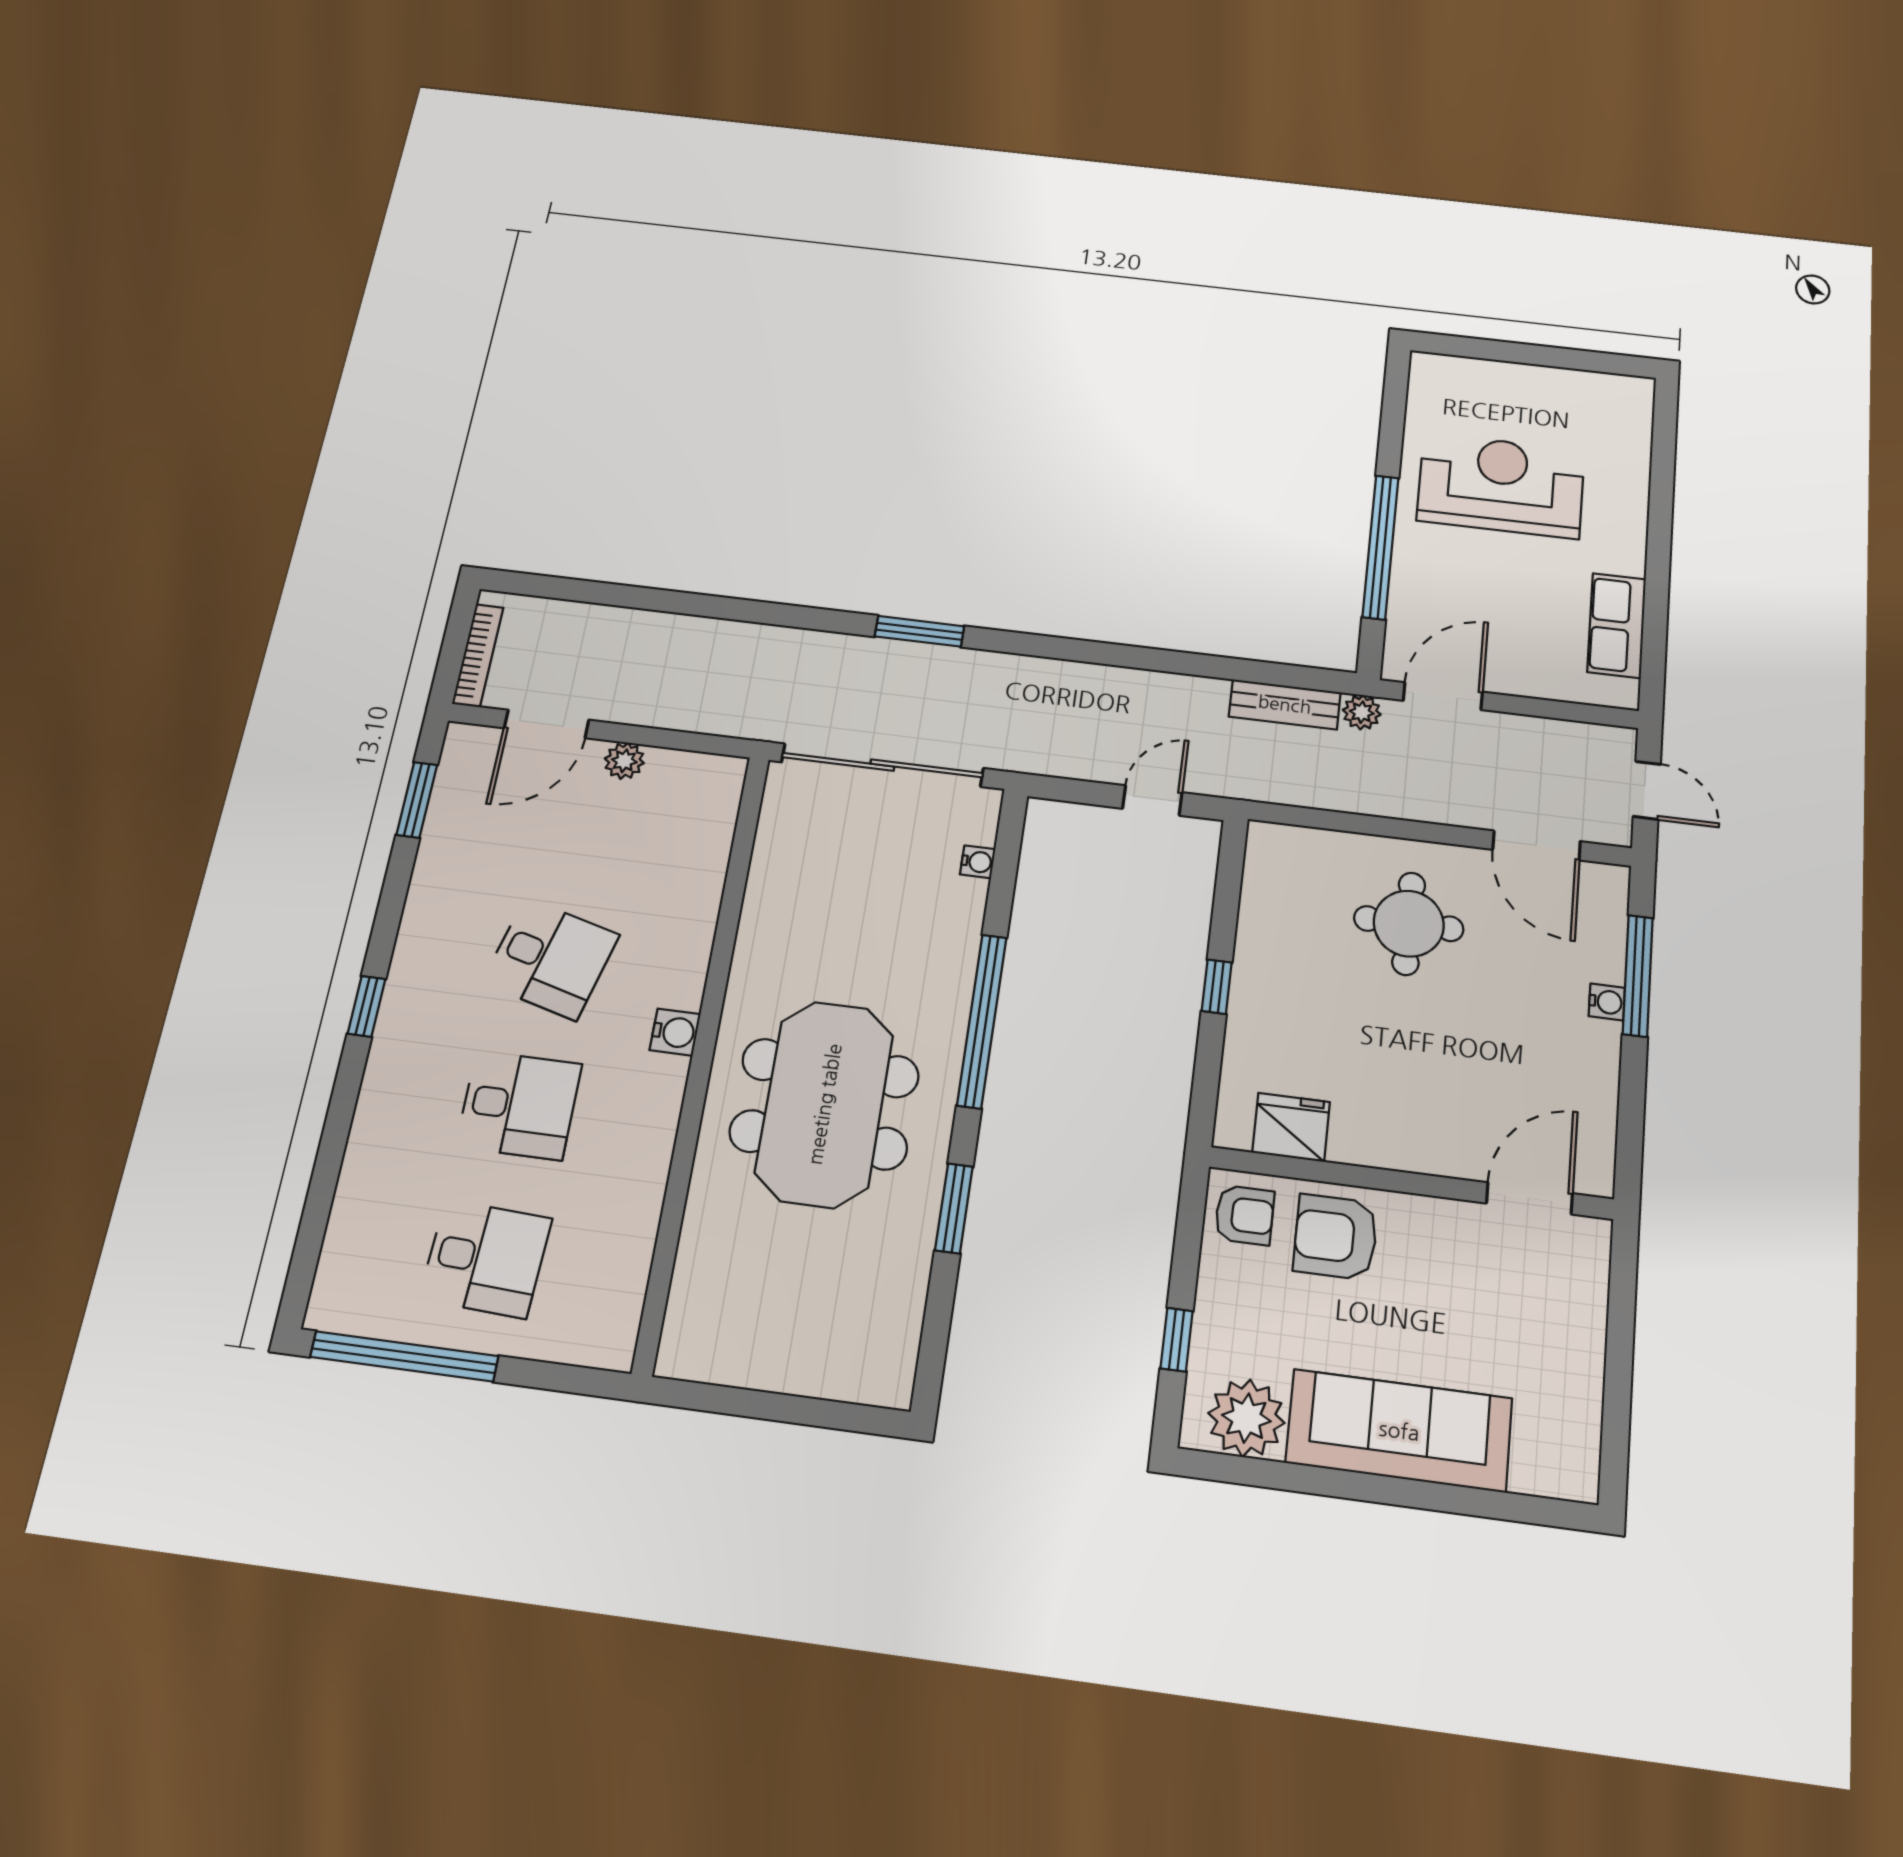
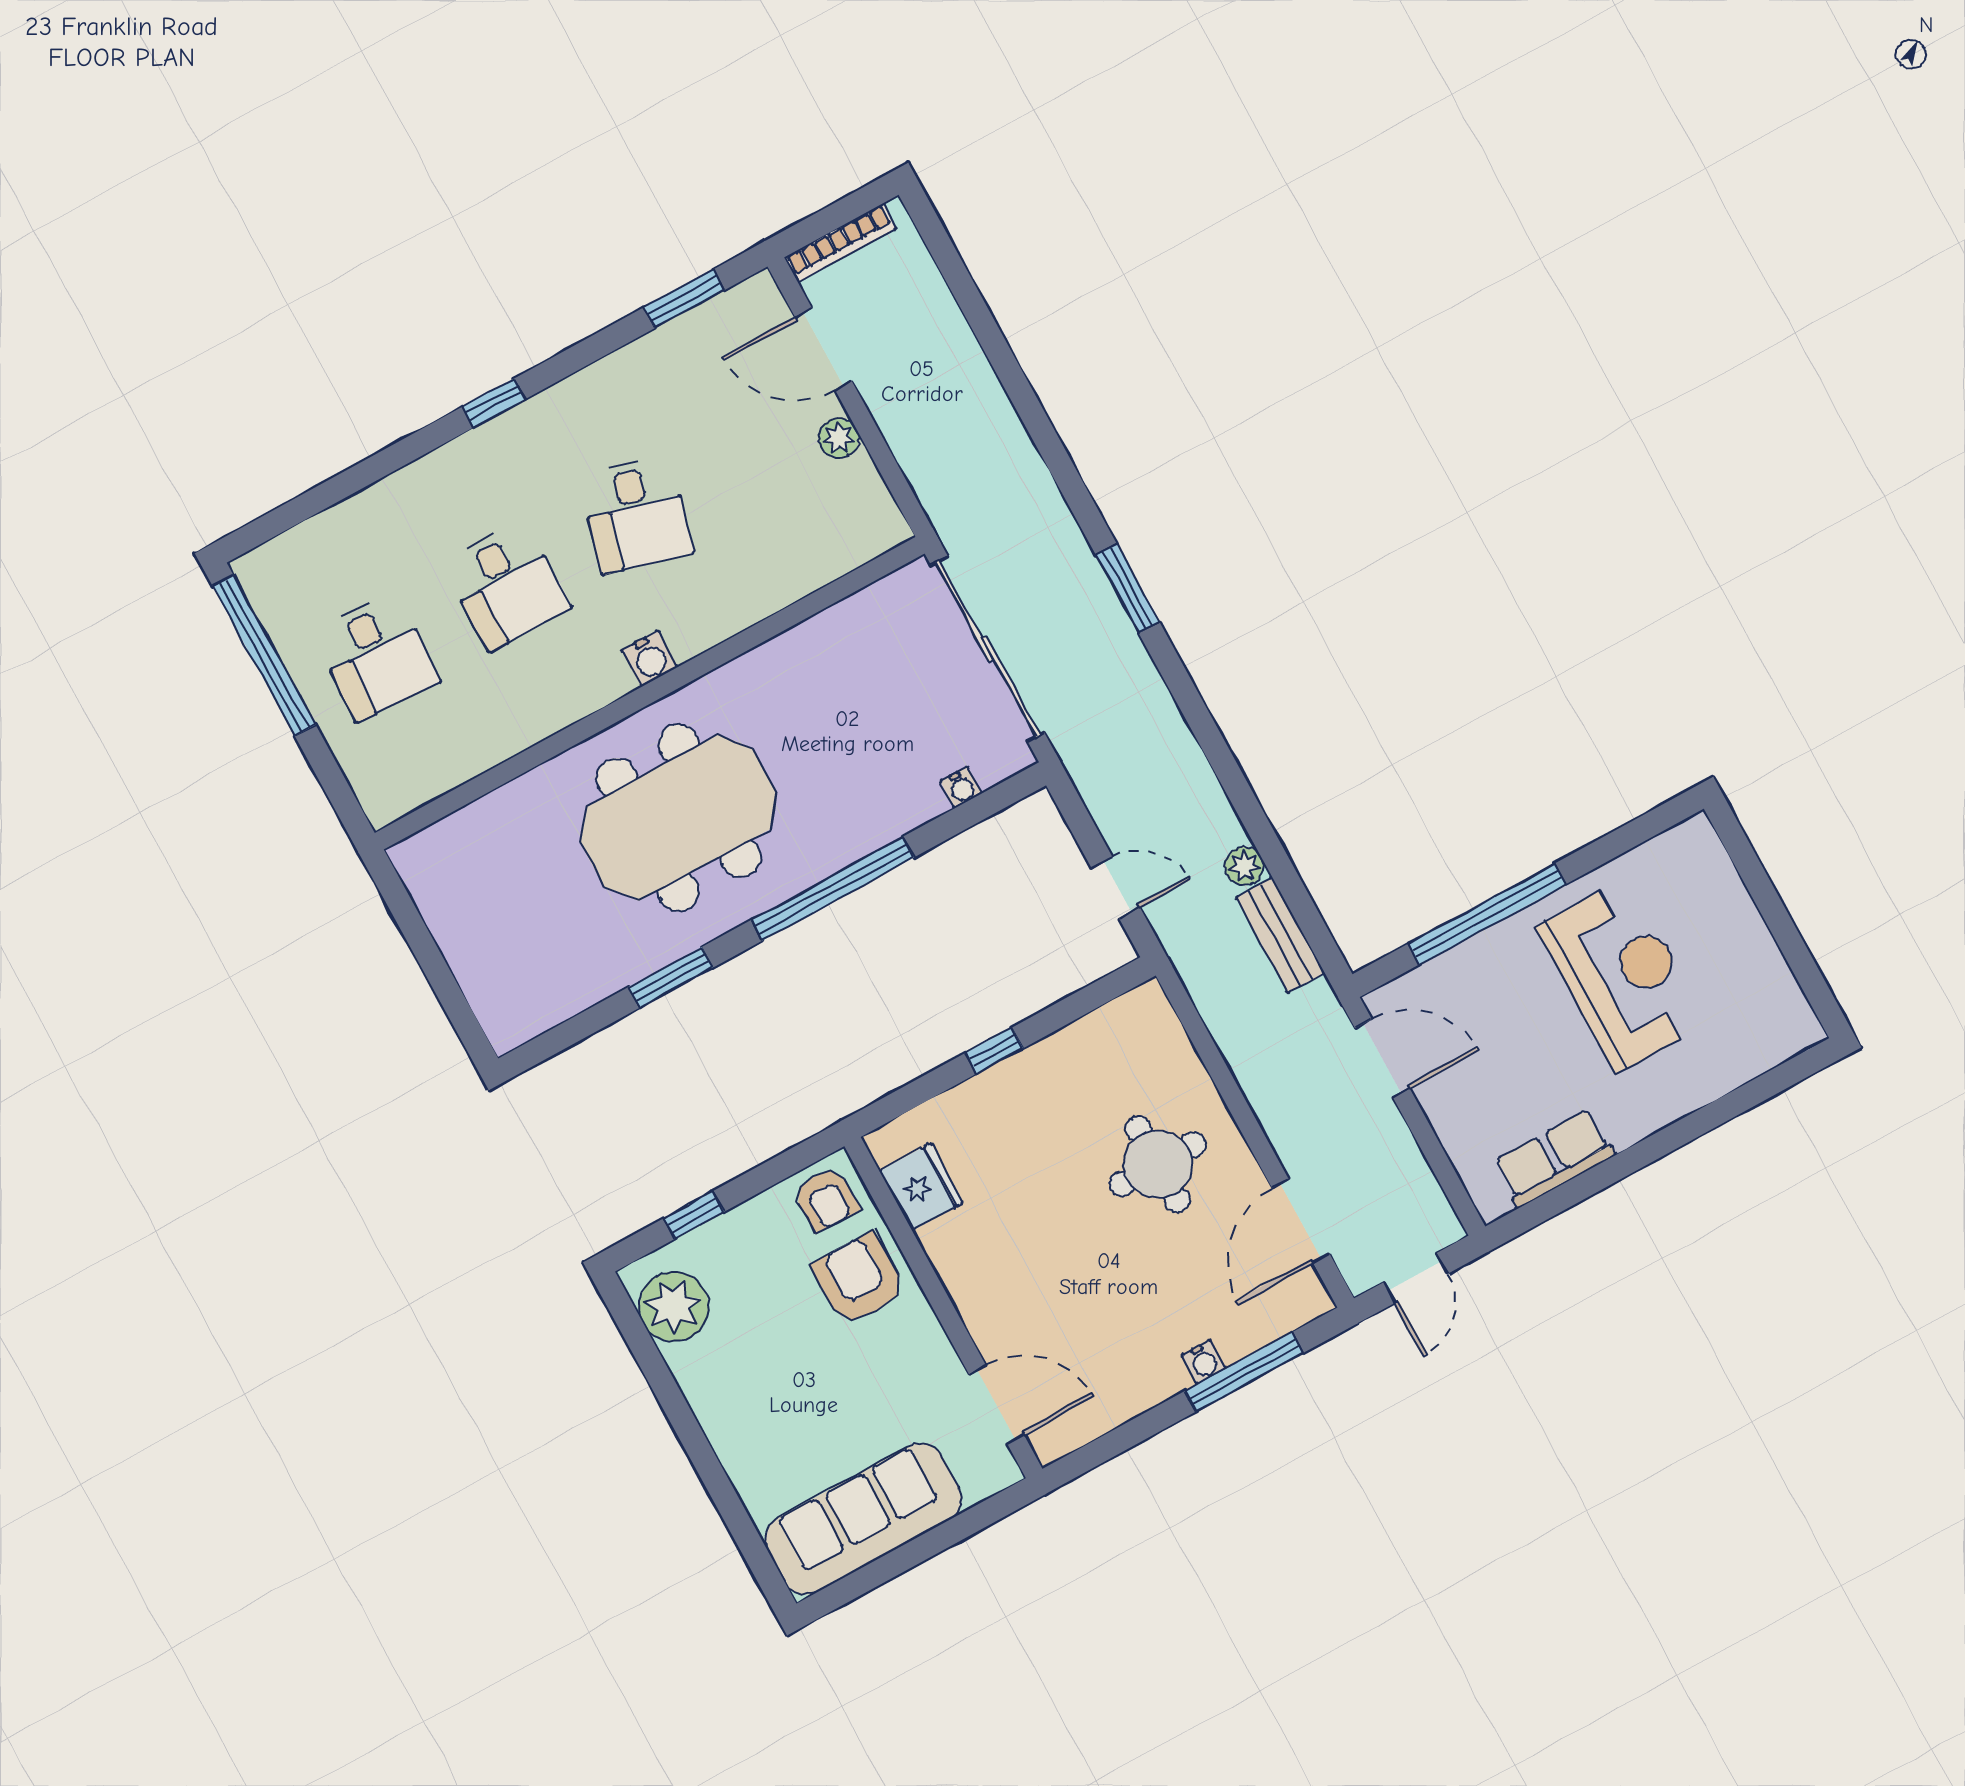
plant: (1362, 712) -> (1244, 866), moved
sofa: (1399, 1430) -> (863, 1519), moved, turned -90

